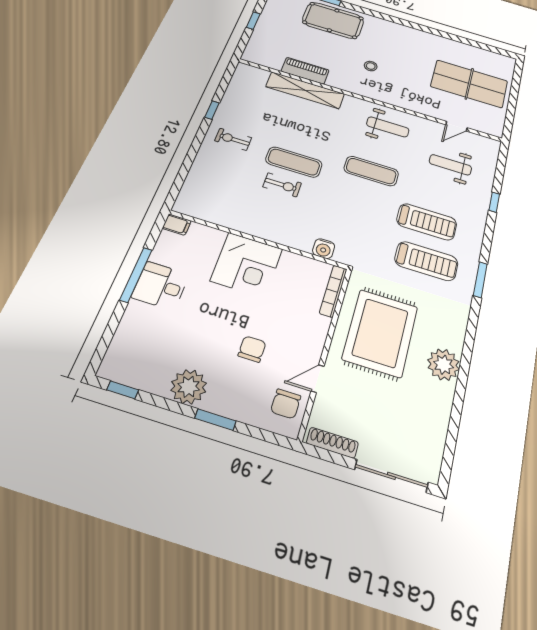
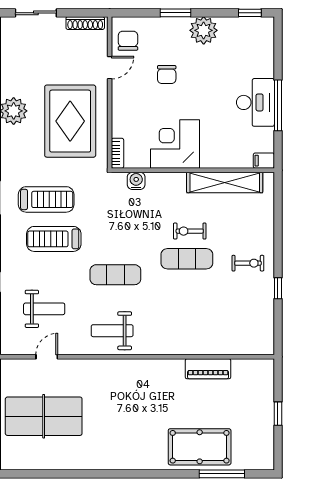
stool: (371, 66) -> (147, 400), removed
shelving: (305, 90) -> (225, 182), moved
treadmill: (426, 261) -> (46, 199), turned 180
corner desk: (247, 265) -> (175, 144), moved
desk: (160, 286) -> (255, 102), width x1.37
bookcase: (333, 291) -> (118, 153), width x0.64
sliding door: (391, 476) -> (36, 13), width x0.73

